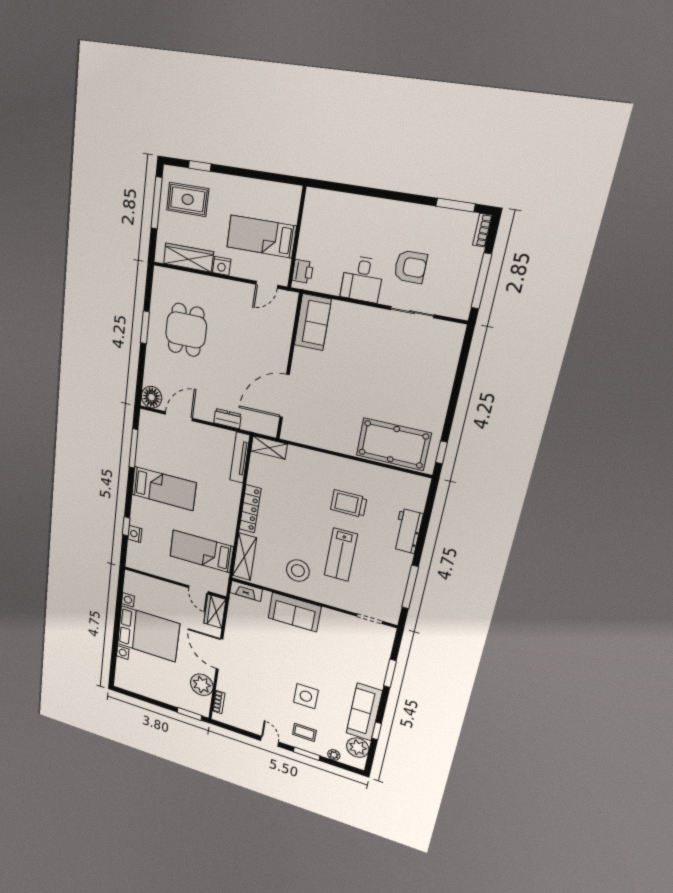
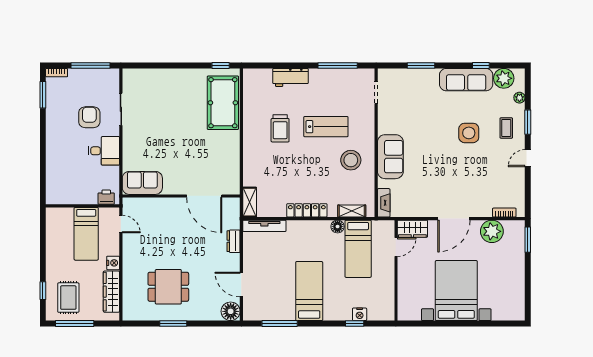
floor lamp: (228, 537) -> (338, 227), added
shelving: (244, 557) -> (352, 211), width x0.67, depth x0.75

